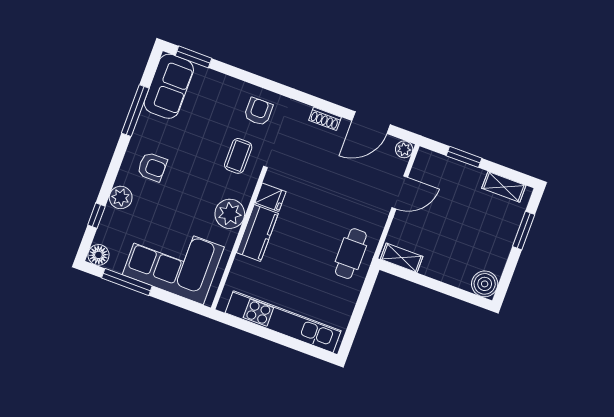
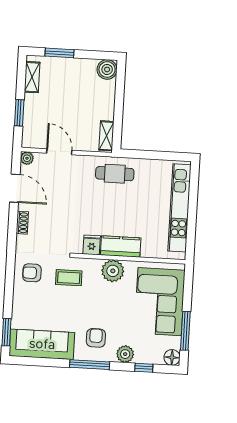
sofa: (169, 86) -> (42, 344), width x1.36
window: (135, 111) -> (90, 365), moved

